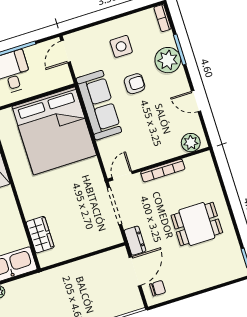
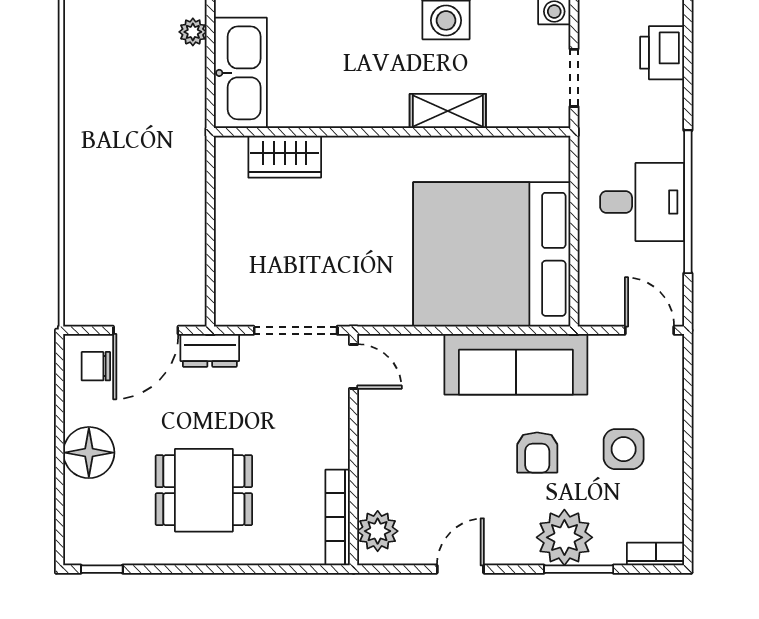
bookcase: (163, 171) -> (338, 517), moved
dining table: (197, 224) -> (204, 490), turned 90
door: (135, 271) -> (146, 330), hinge flipped
floor lamp: (196, 279) -> (89, 453), added
chair: (158, 288) -> (96, 366), turned 90

